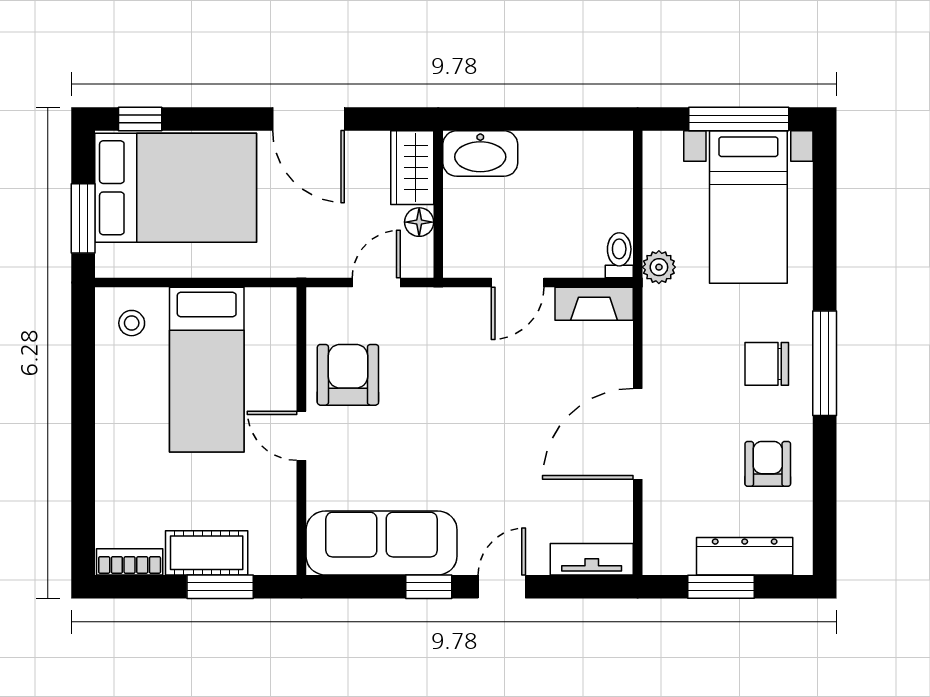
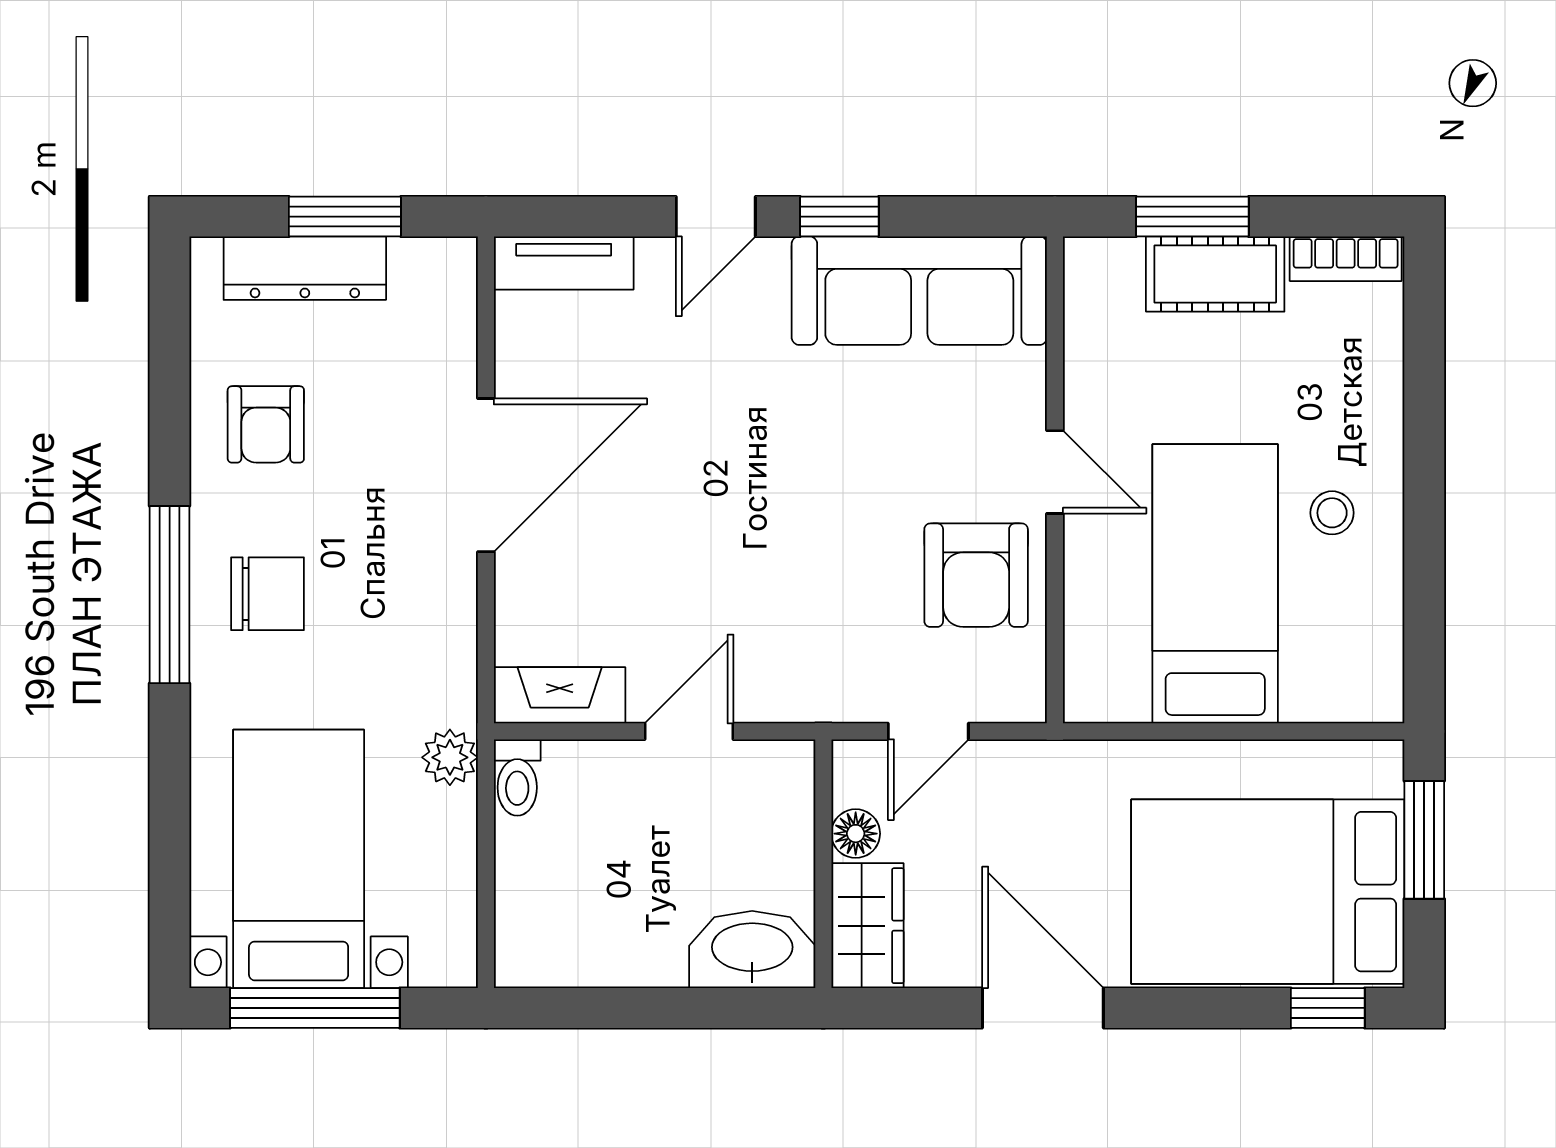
stool: (132, 323) -> (1332, 513), moved

